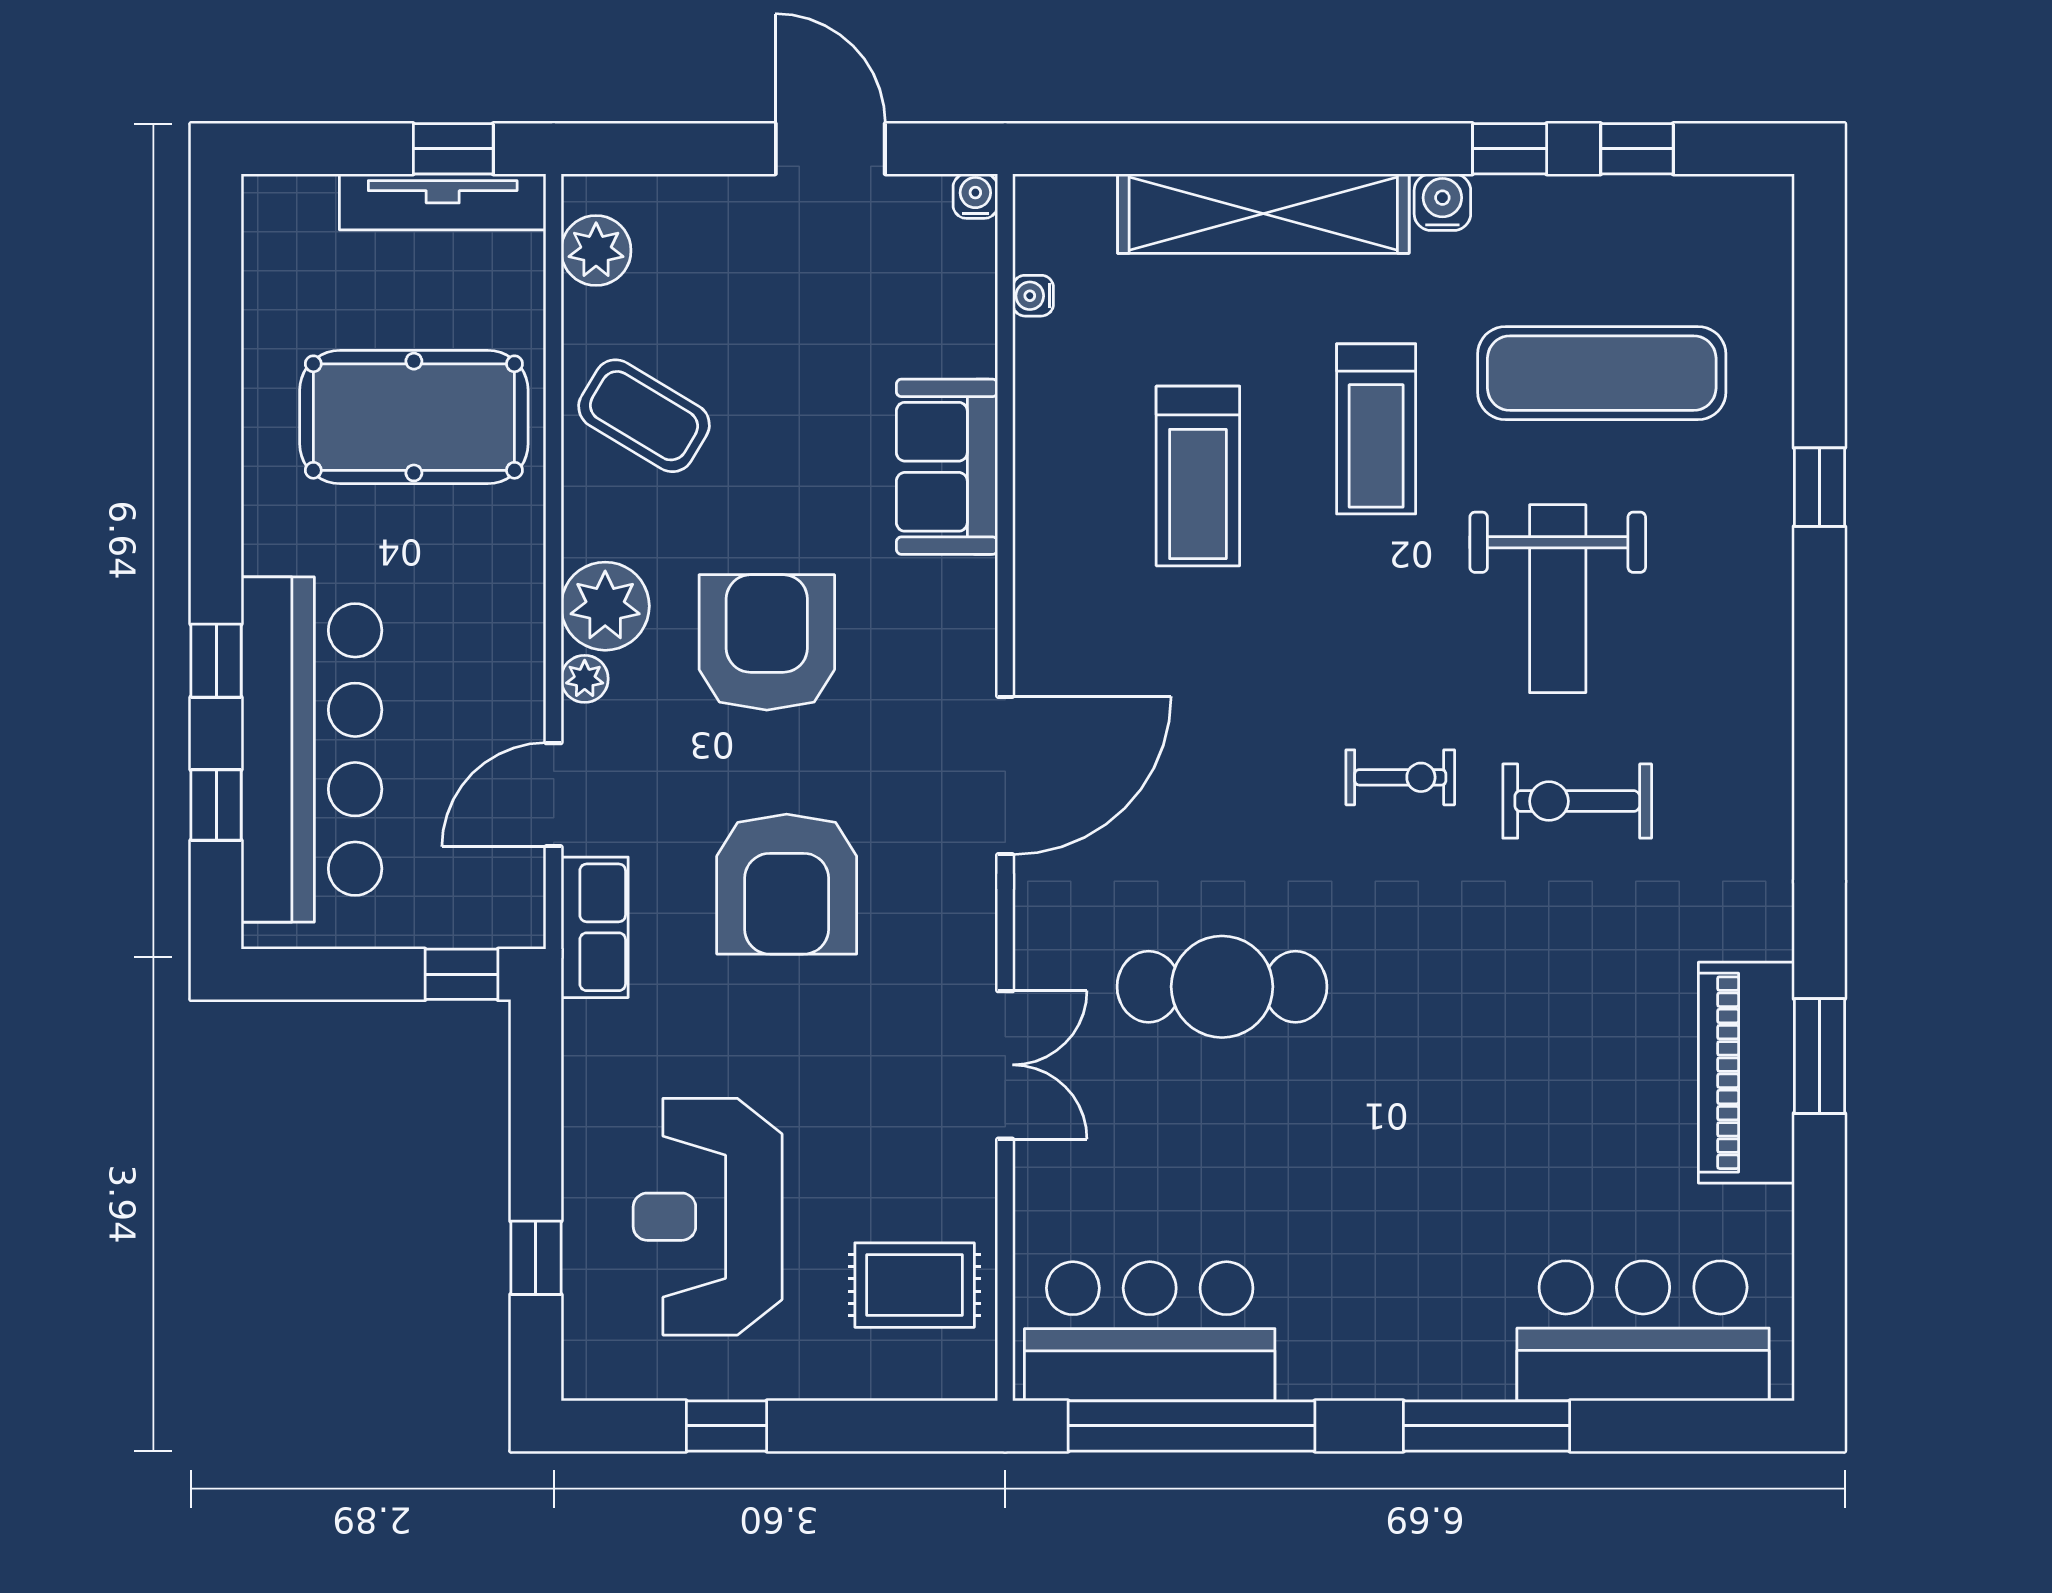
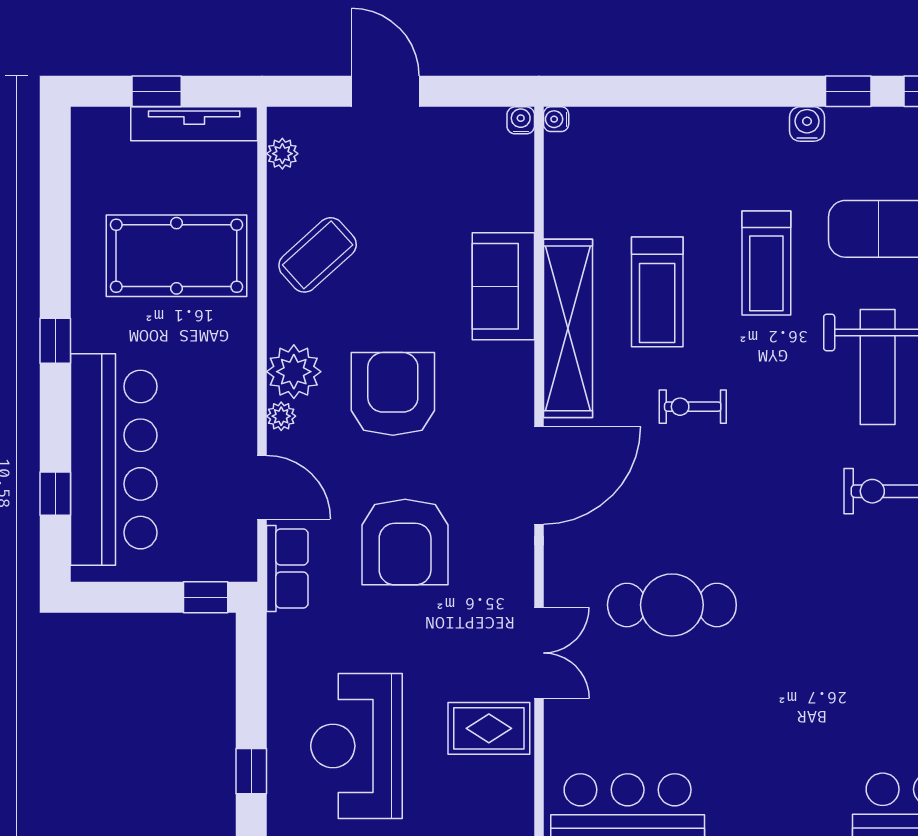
window: (453, 149) -> (157, 91), moved
door: (830, 149) -> (385, 91), moved
shelving: (1263, 214) -> (568, 328), moved, turned 90
plant: (596, 251) -> (282, 154), width x0.73, depth x0.73
water cooler: (1033, 296) -> (556, 119), moved
coffee table: (644, 416) -> (318, 255), turned -73
window: (216, 661) -> (55, 341), moved
exercise bike: (1400, 777) -> (693, 407), moved, turned 180
door: (554, 795) -> (262, 487), swing flipped
rug: (915, 1285) -> (489, 728), moved

